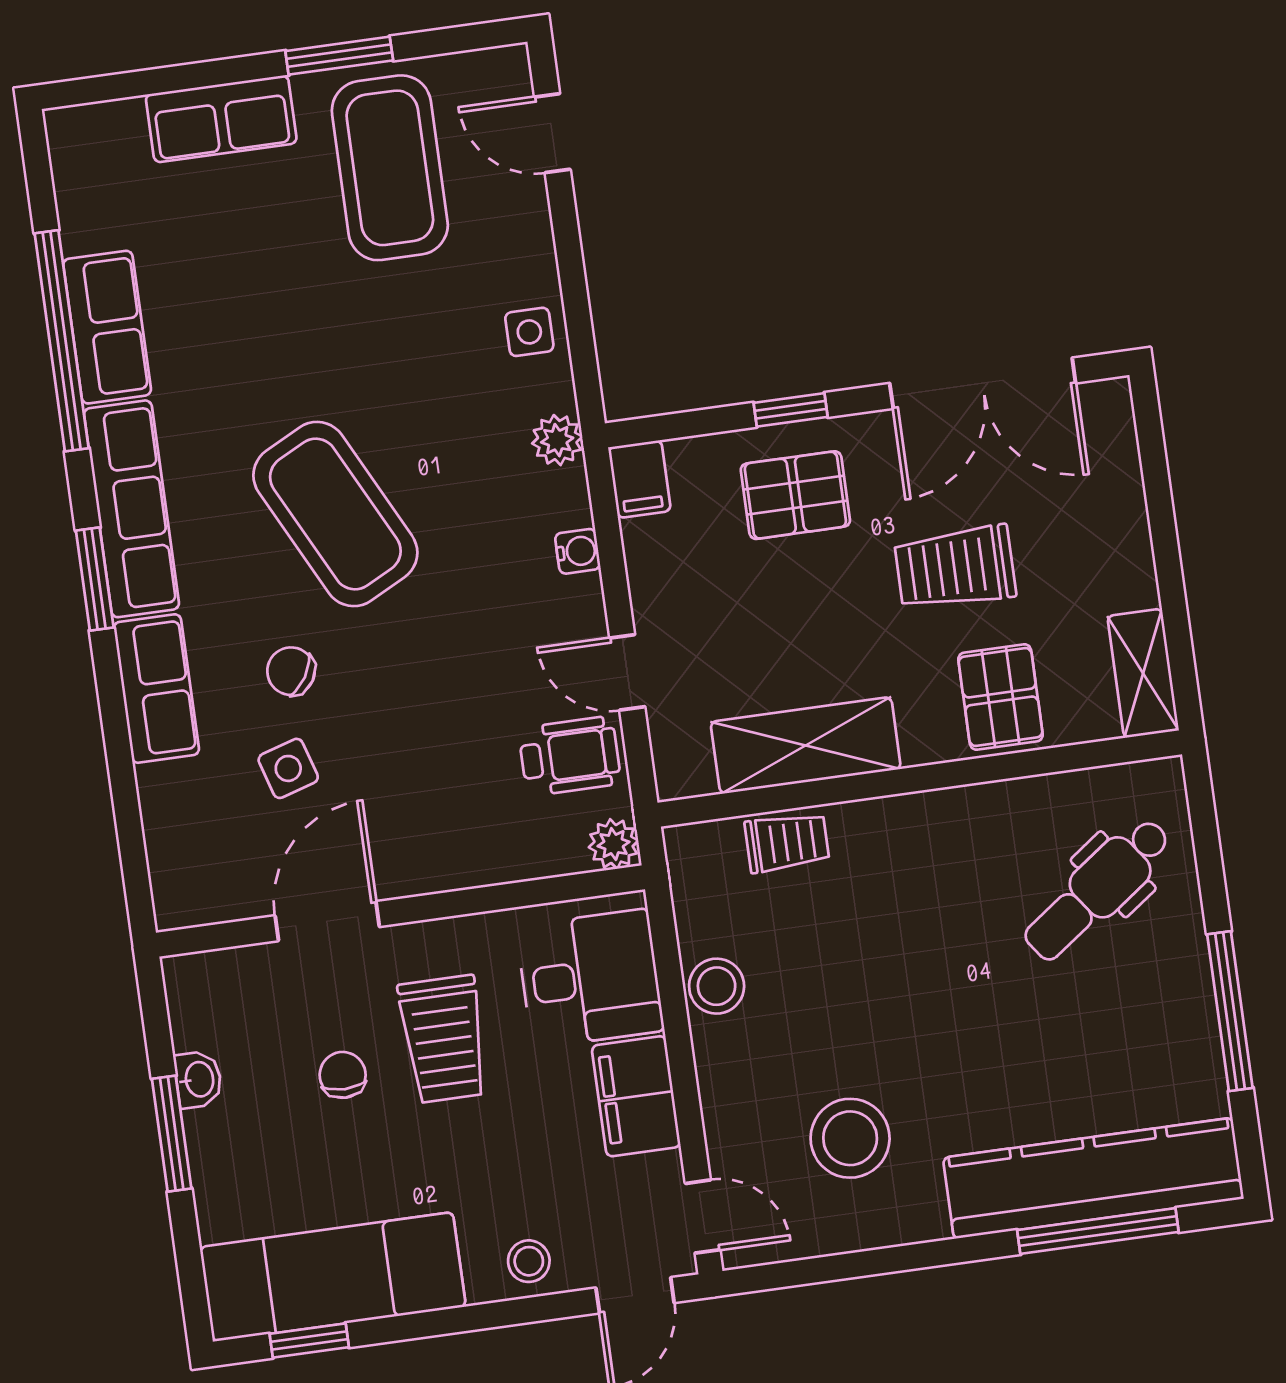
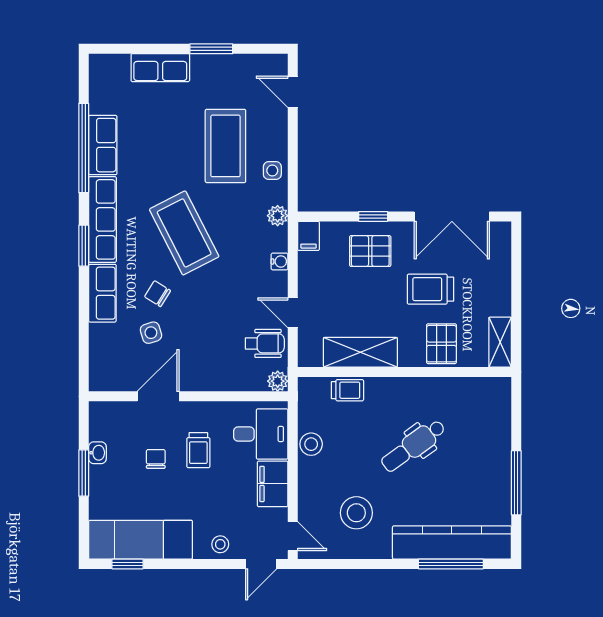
coffee table: (390, 168) -> (225, 146), moved
dental chair: (1098, 889) -> (413, 446), moved
trolley: (444, 1039) -> (198, 450), width x0.73, depth x0.72

